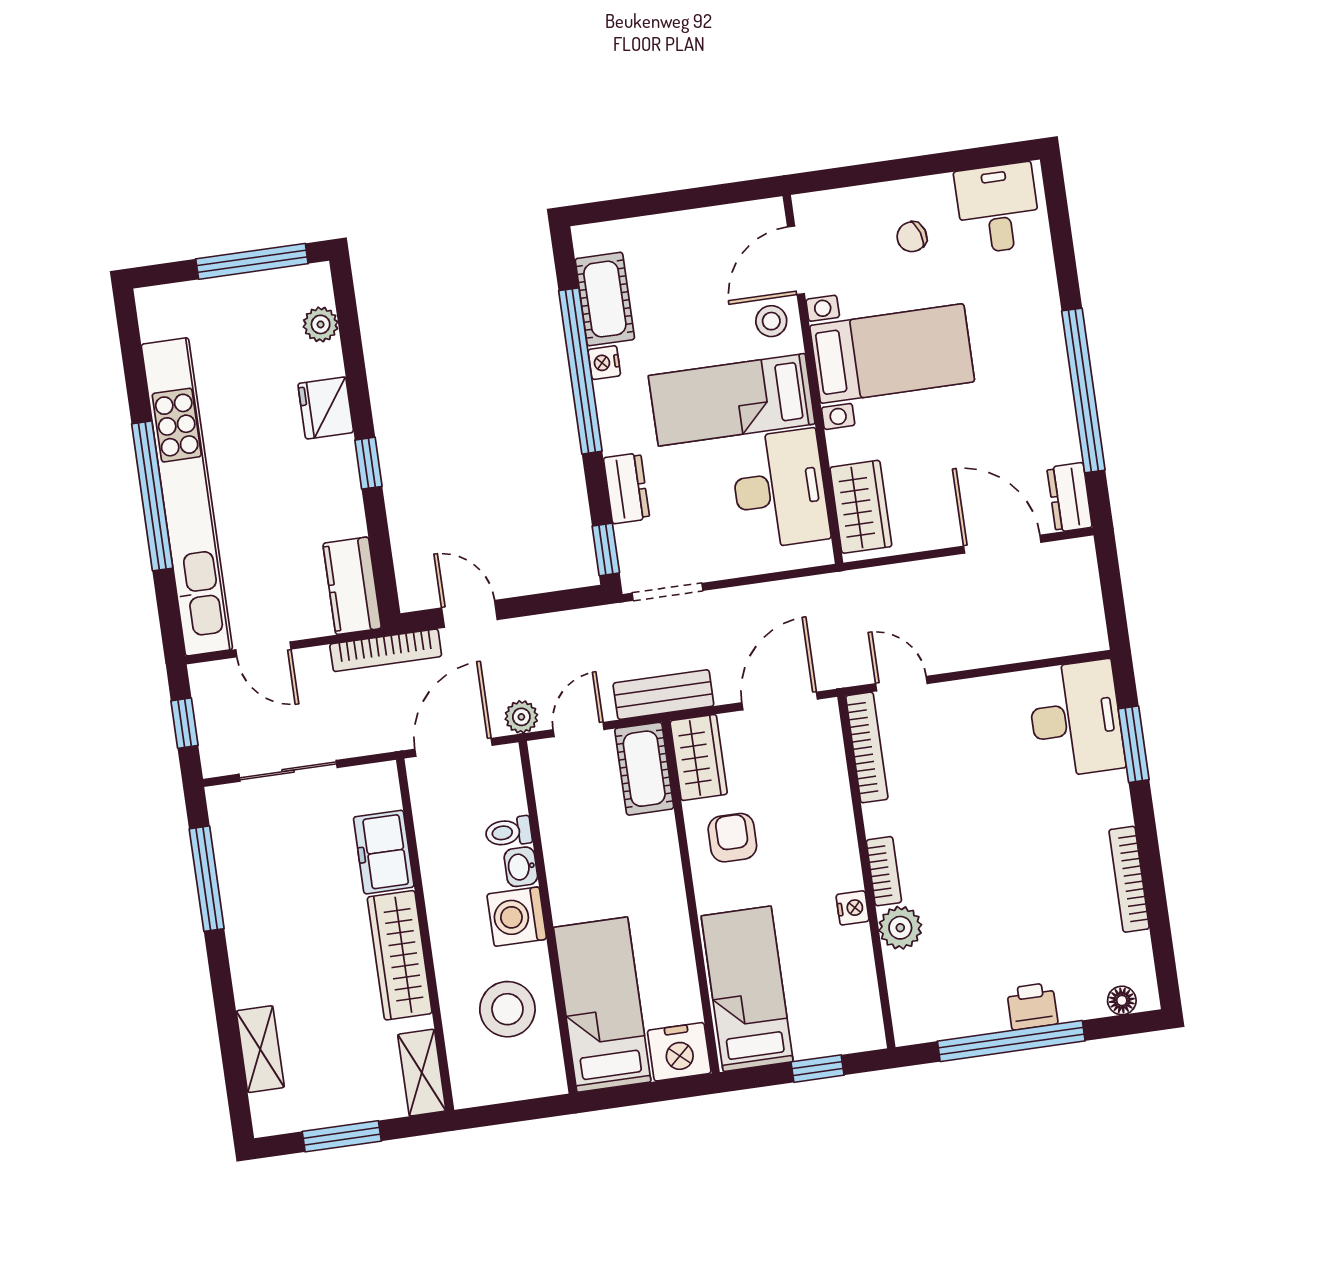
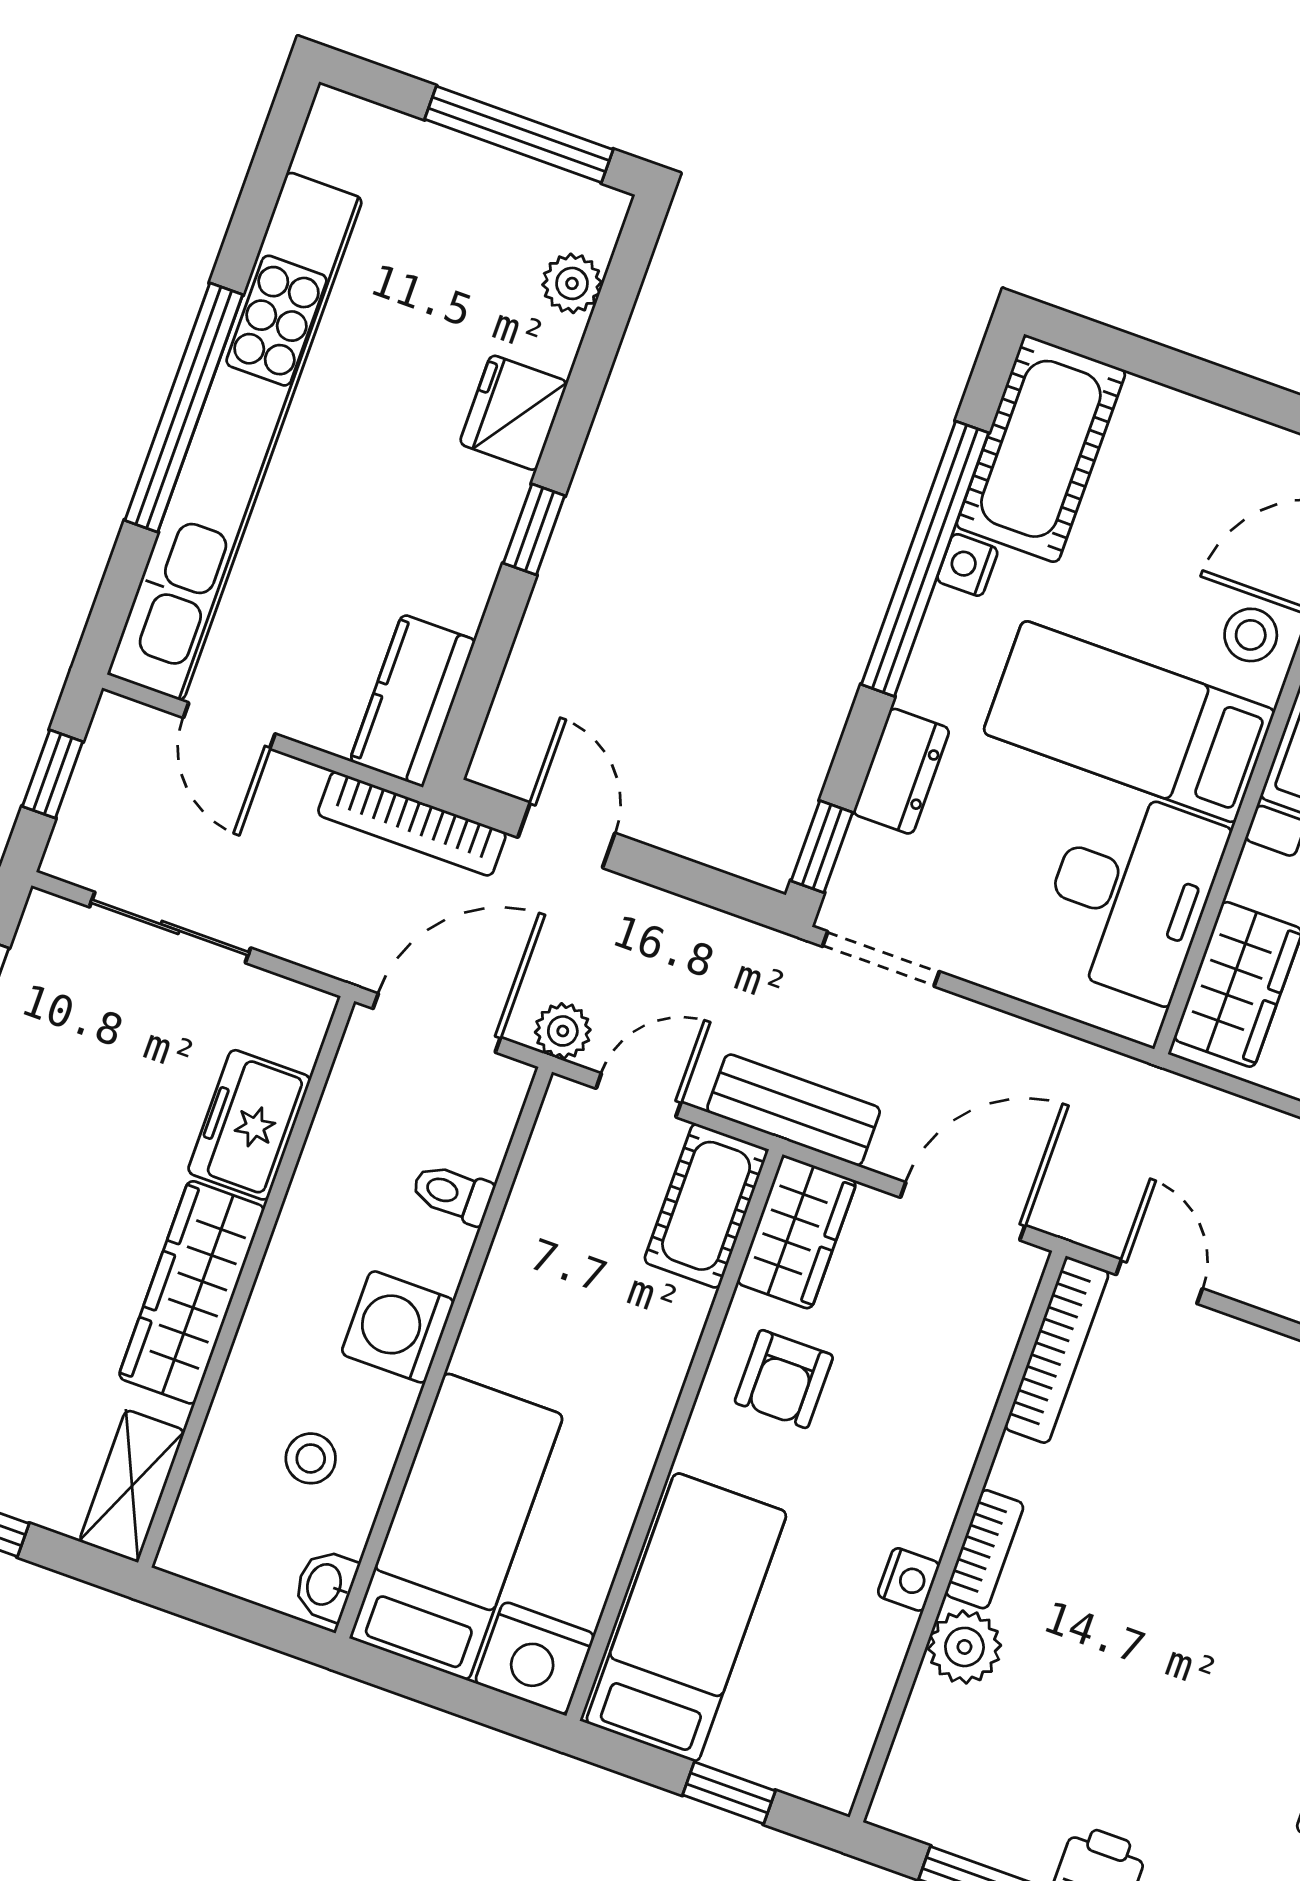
cot: (605, 299) -> (1041, 449), width x1.37, depth x1.34
armchair: (732, 838) -> (784, 1379), turned 180
washbasin: (521, 867) -> (325, 1585), moved
stool: (507, 1009) -> (311, 1458), width x0.53, depth x0.53

